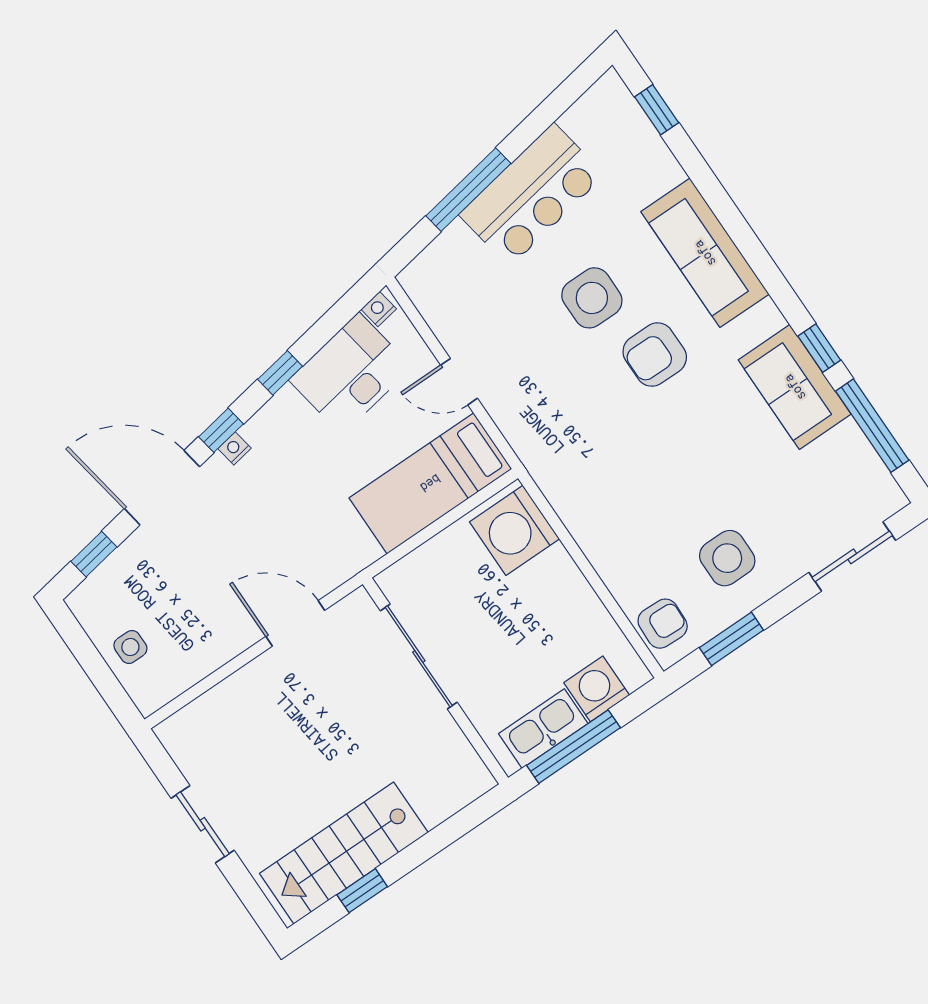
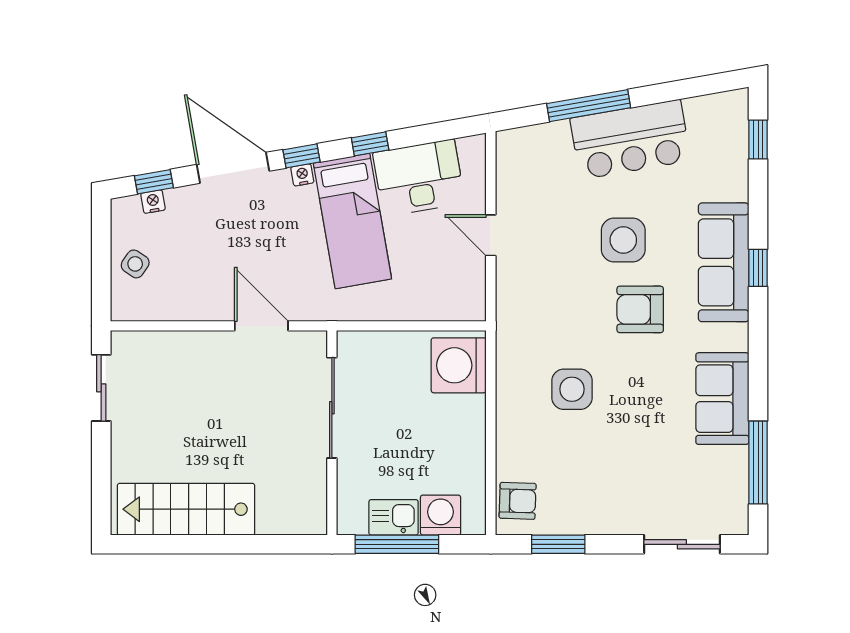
nightstand: (379, 309) -> (153, 202), moved
window: (819, 348) -> (758, 268), moved
bed: (430, 483) -> (352, 221), moved, turned -100
side table: (727, 558) -> (572, 389), moved
side table: (130, 647) -> (135, 264), turned 34
kitchen sink: (543, 729) -> (394, 517), width x0.73
sliding door: (203, 824) -> (101, 388), moved
window: (362, 891) -> (181, 544), removed

